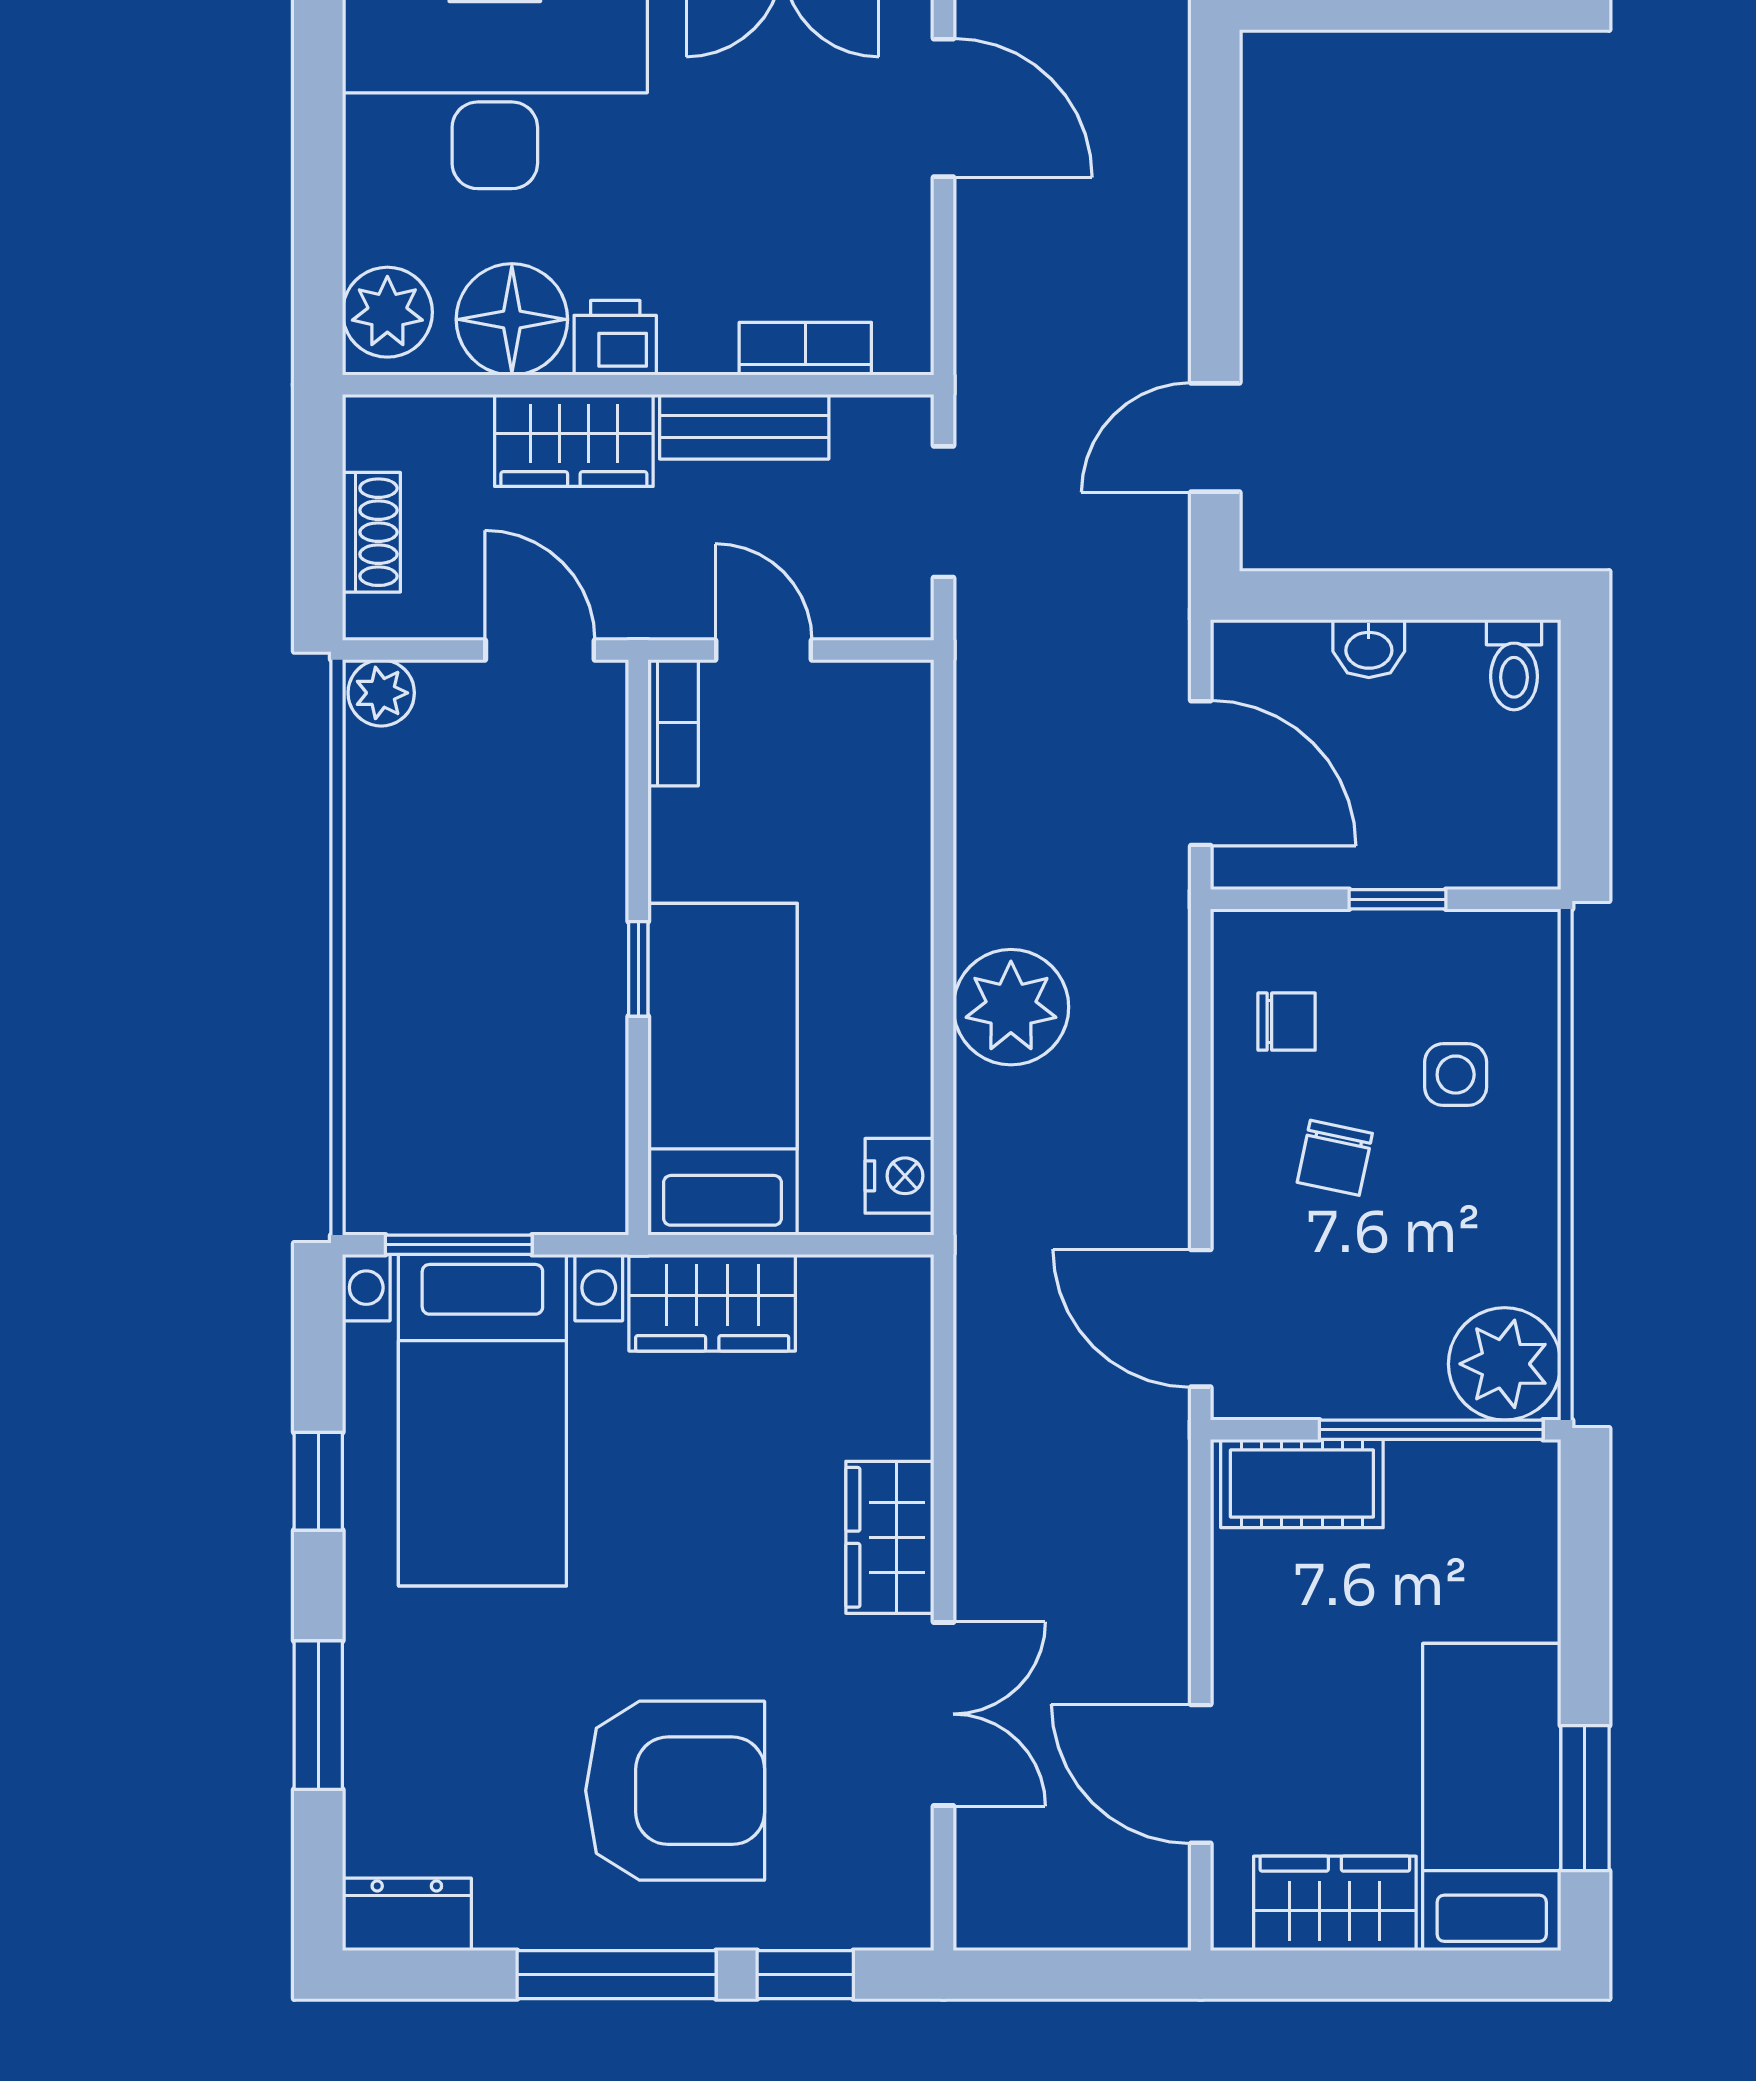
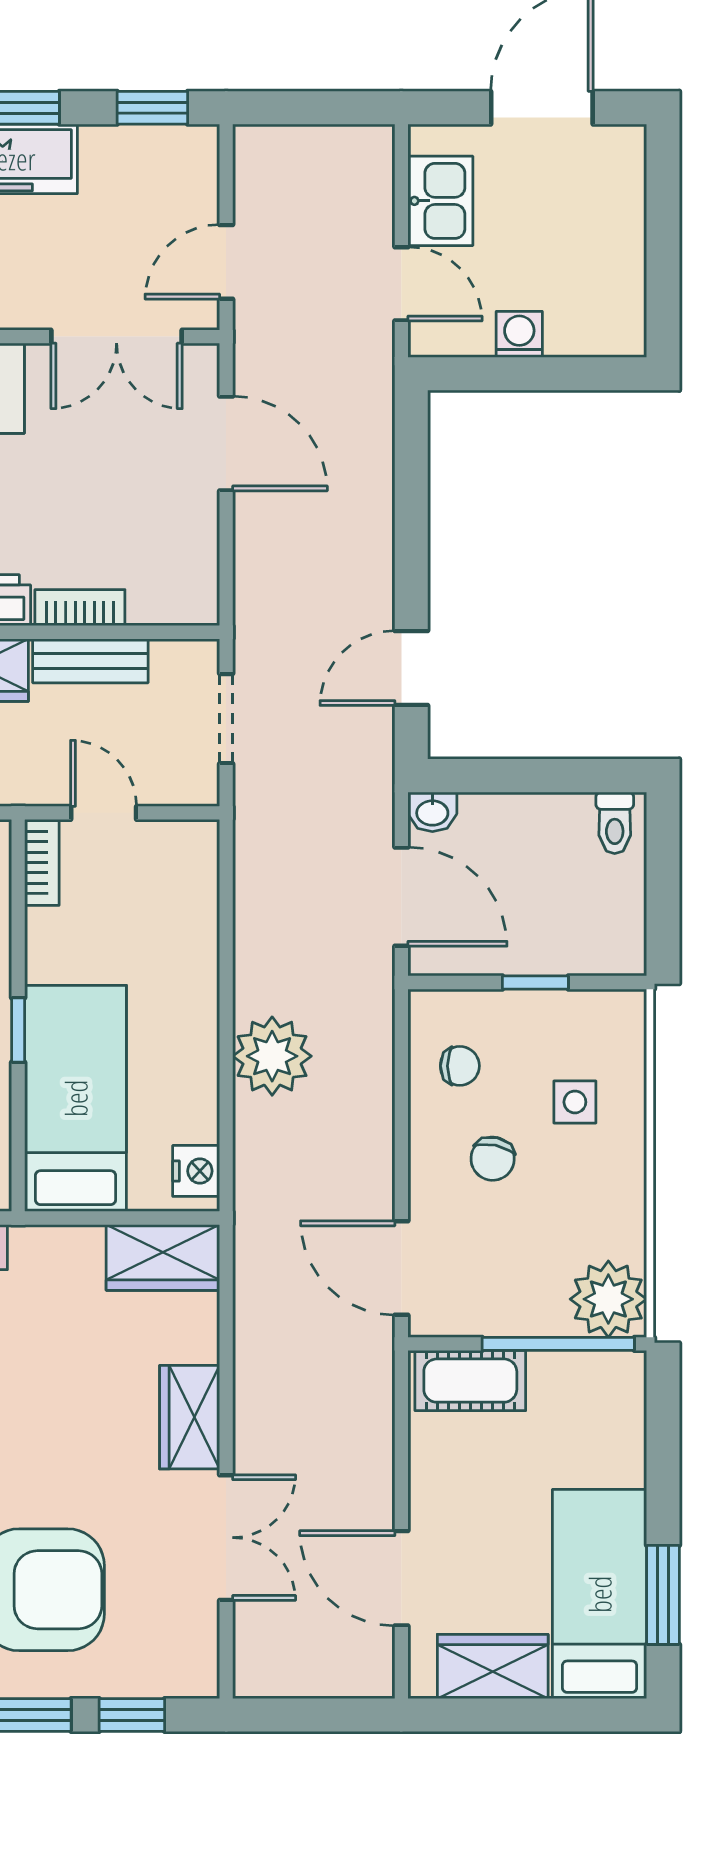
bookcase: (805, 349) -> (80, 608), moved
washbasin: (1369, 649) -> (432, 812), moved
wardrobe: (712, 1303) -> (163, 1257), moved

